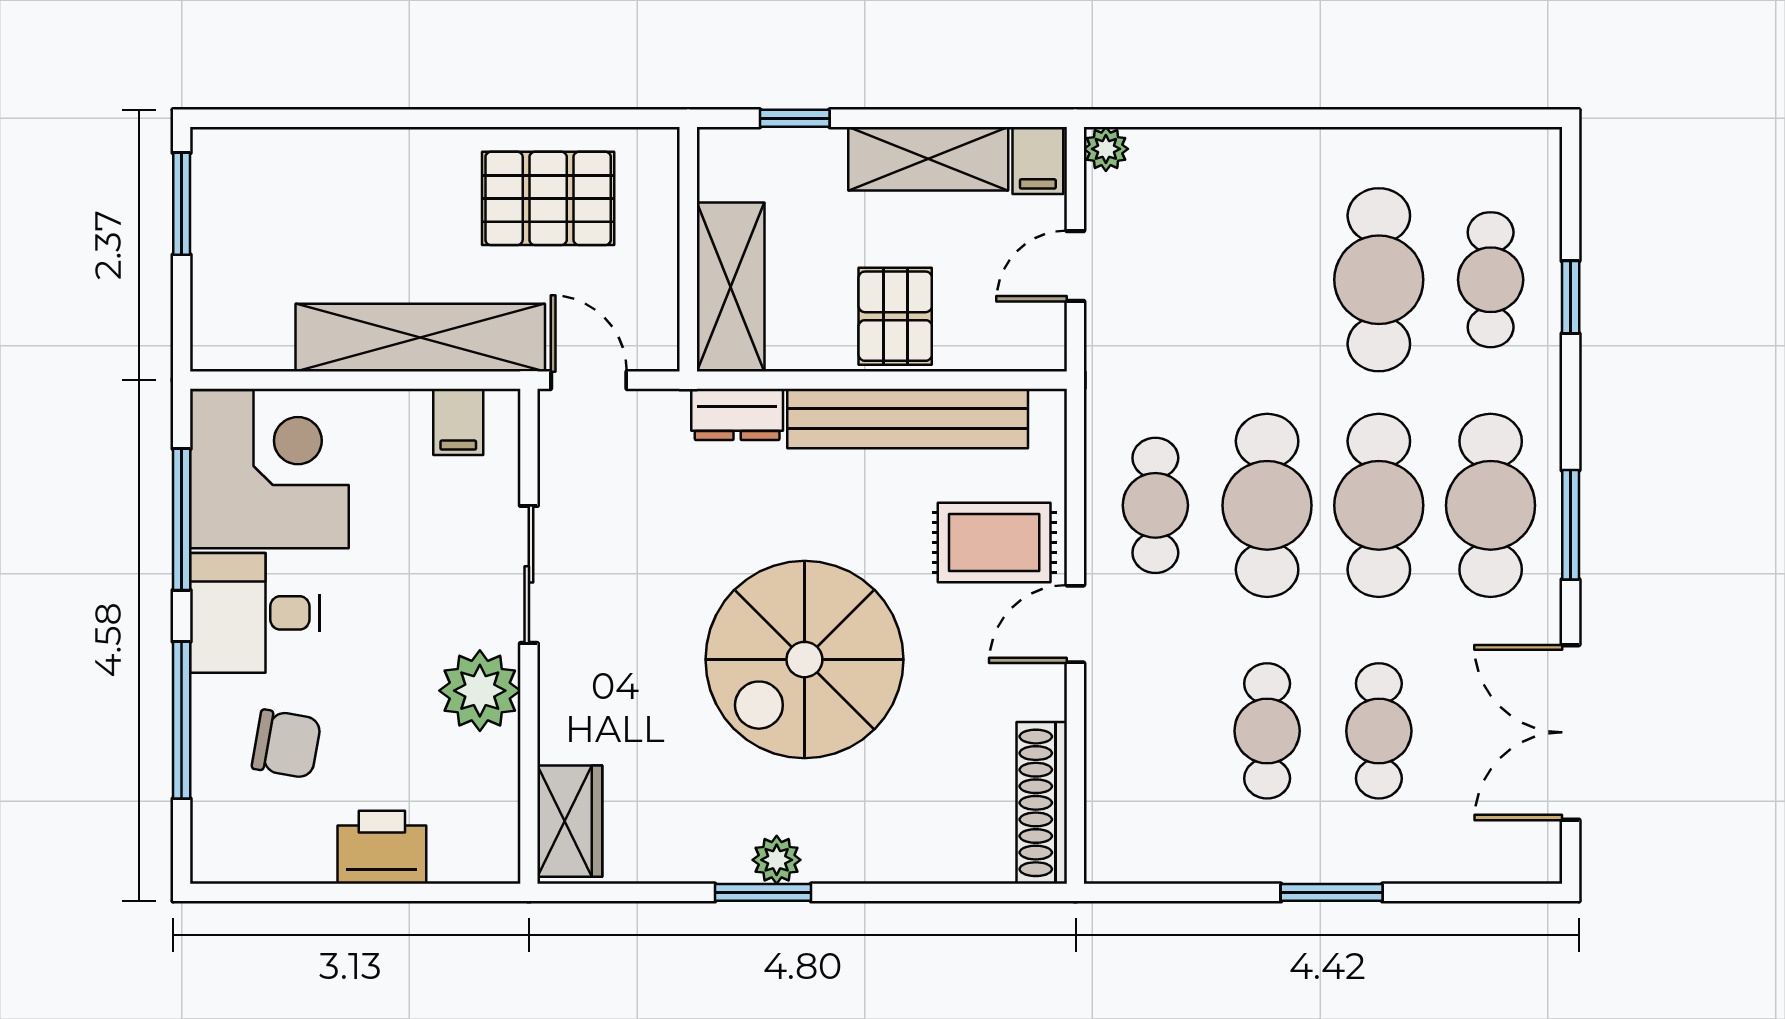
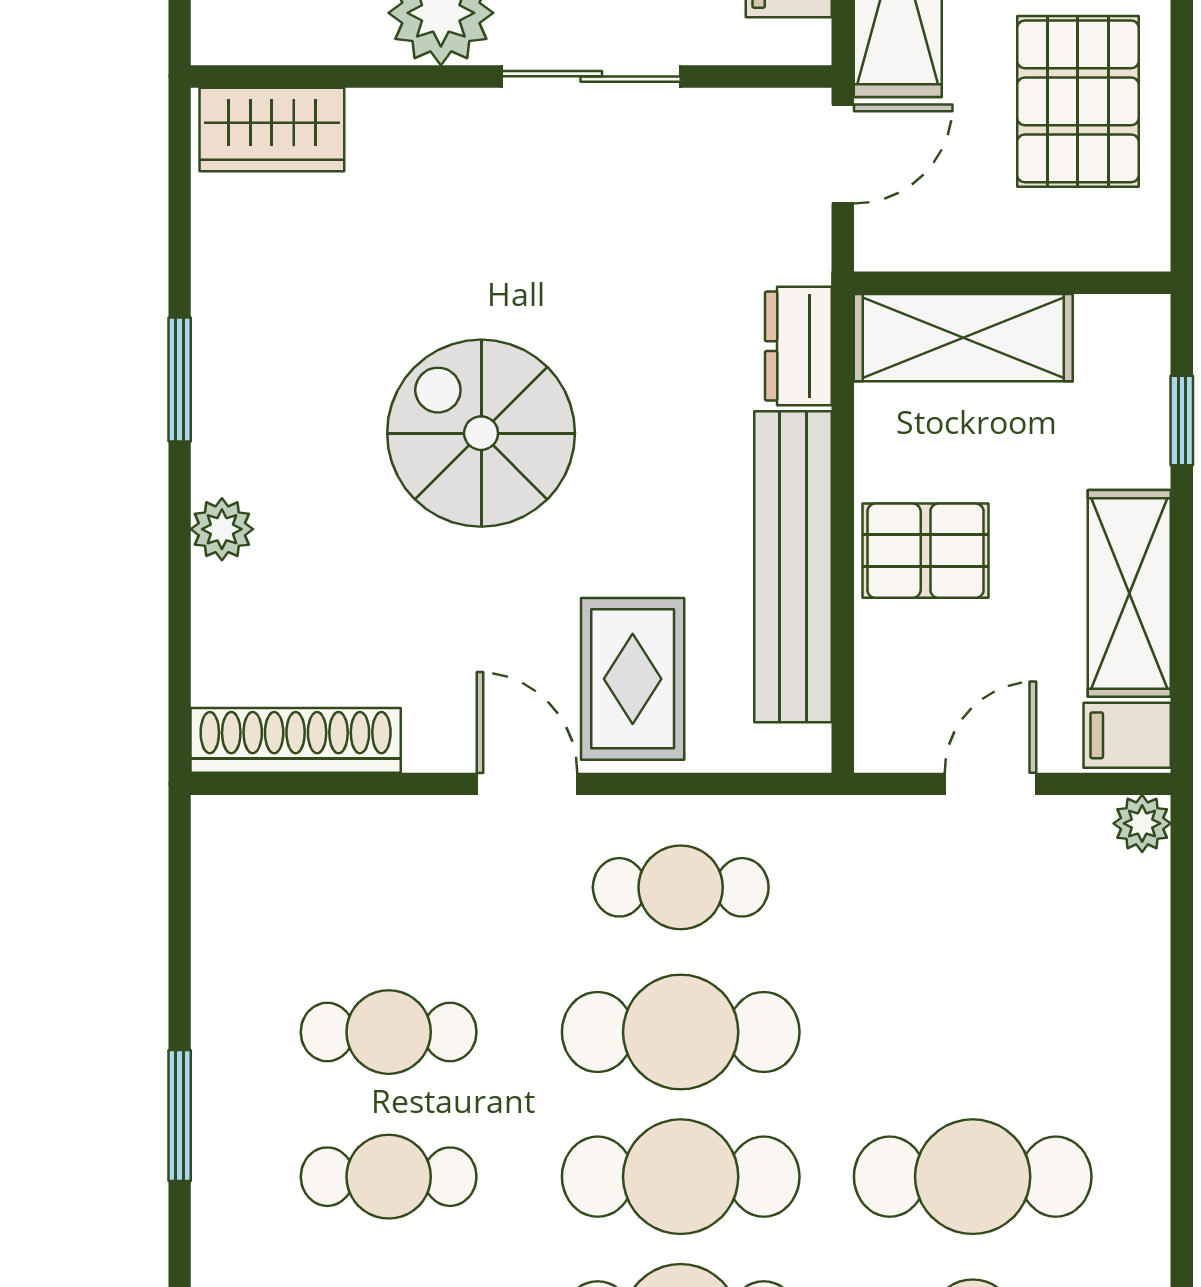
door: (1075, 266) -> (990, 784), hinge flipped
spiral stairs: (804, 660) -> (481, 433), width x0.73, depth x0.73
plant: (777, 860) -> (222, 529), moved

